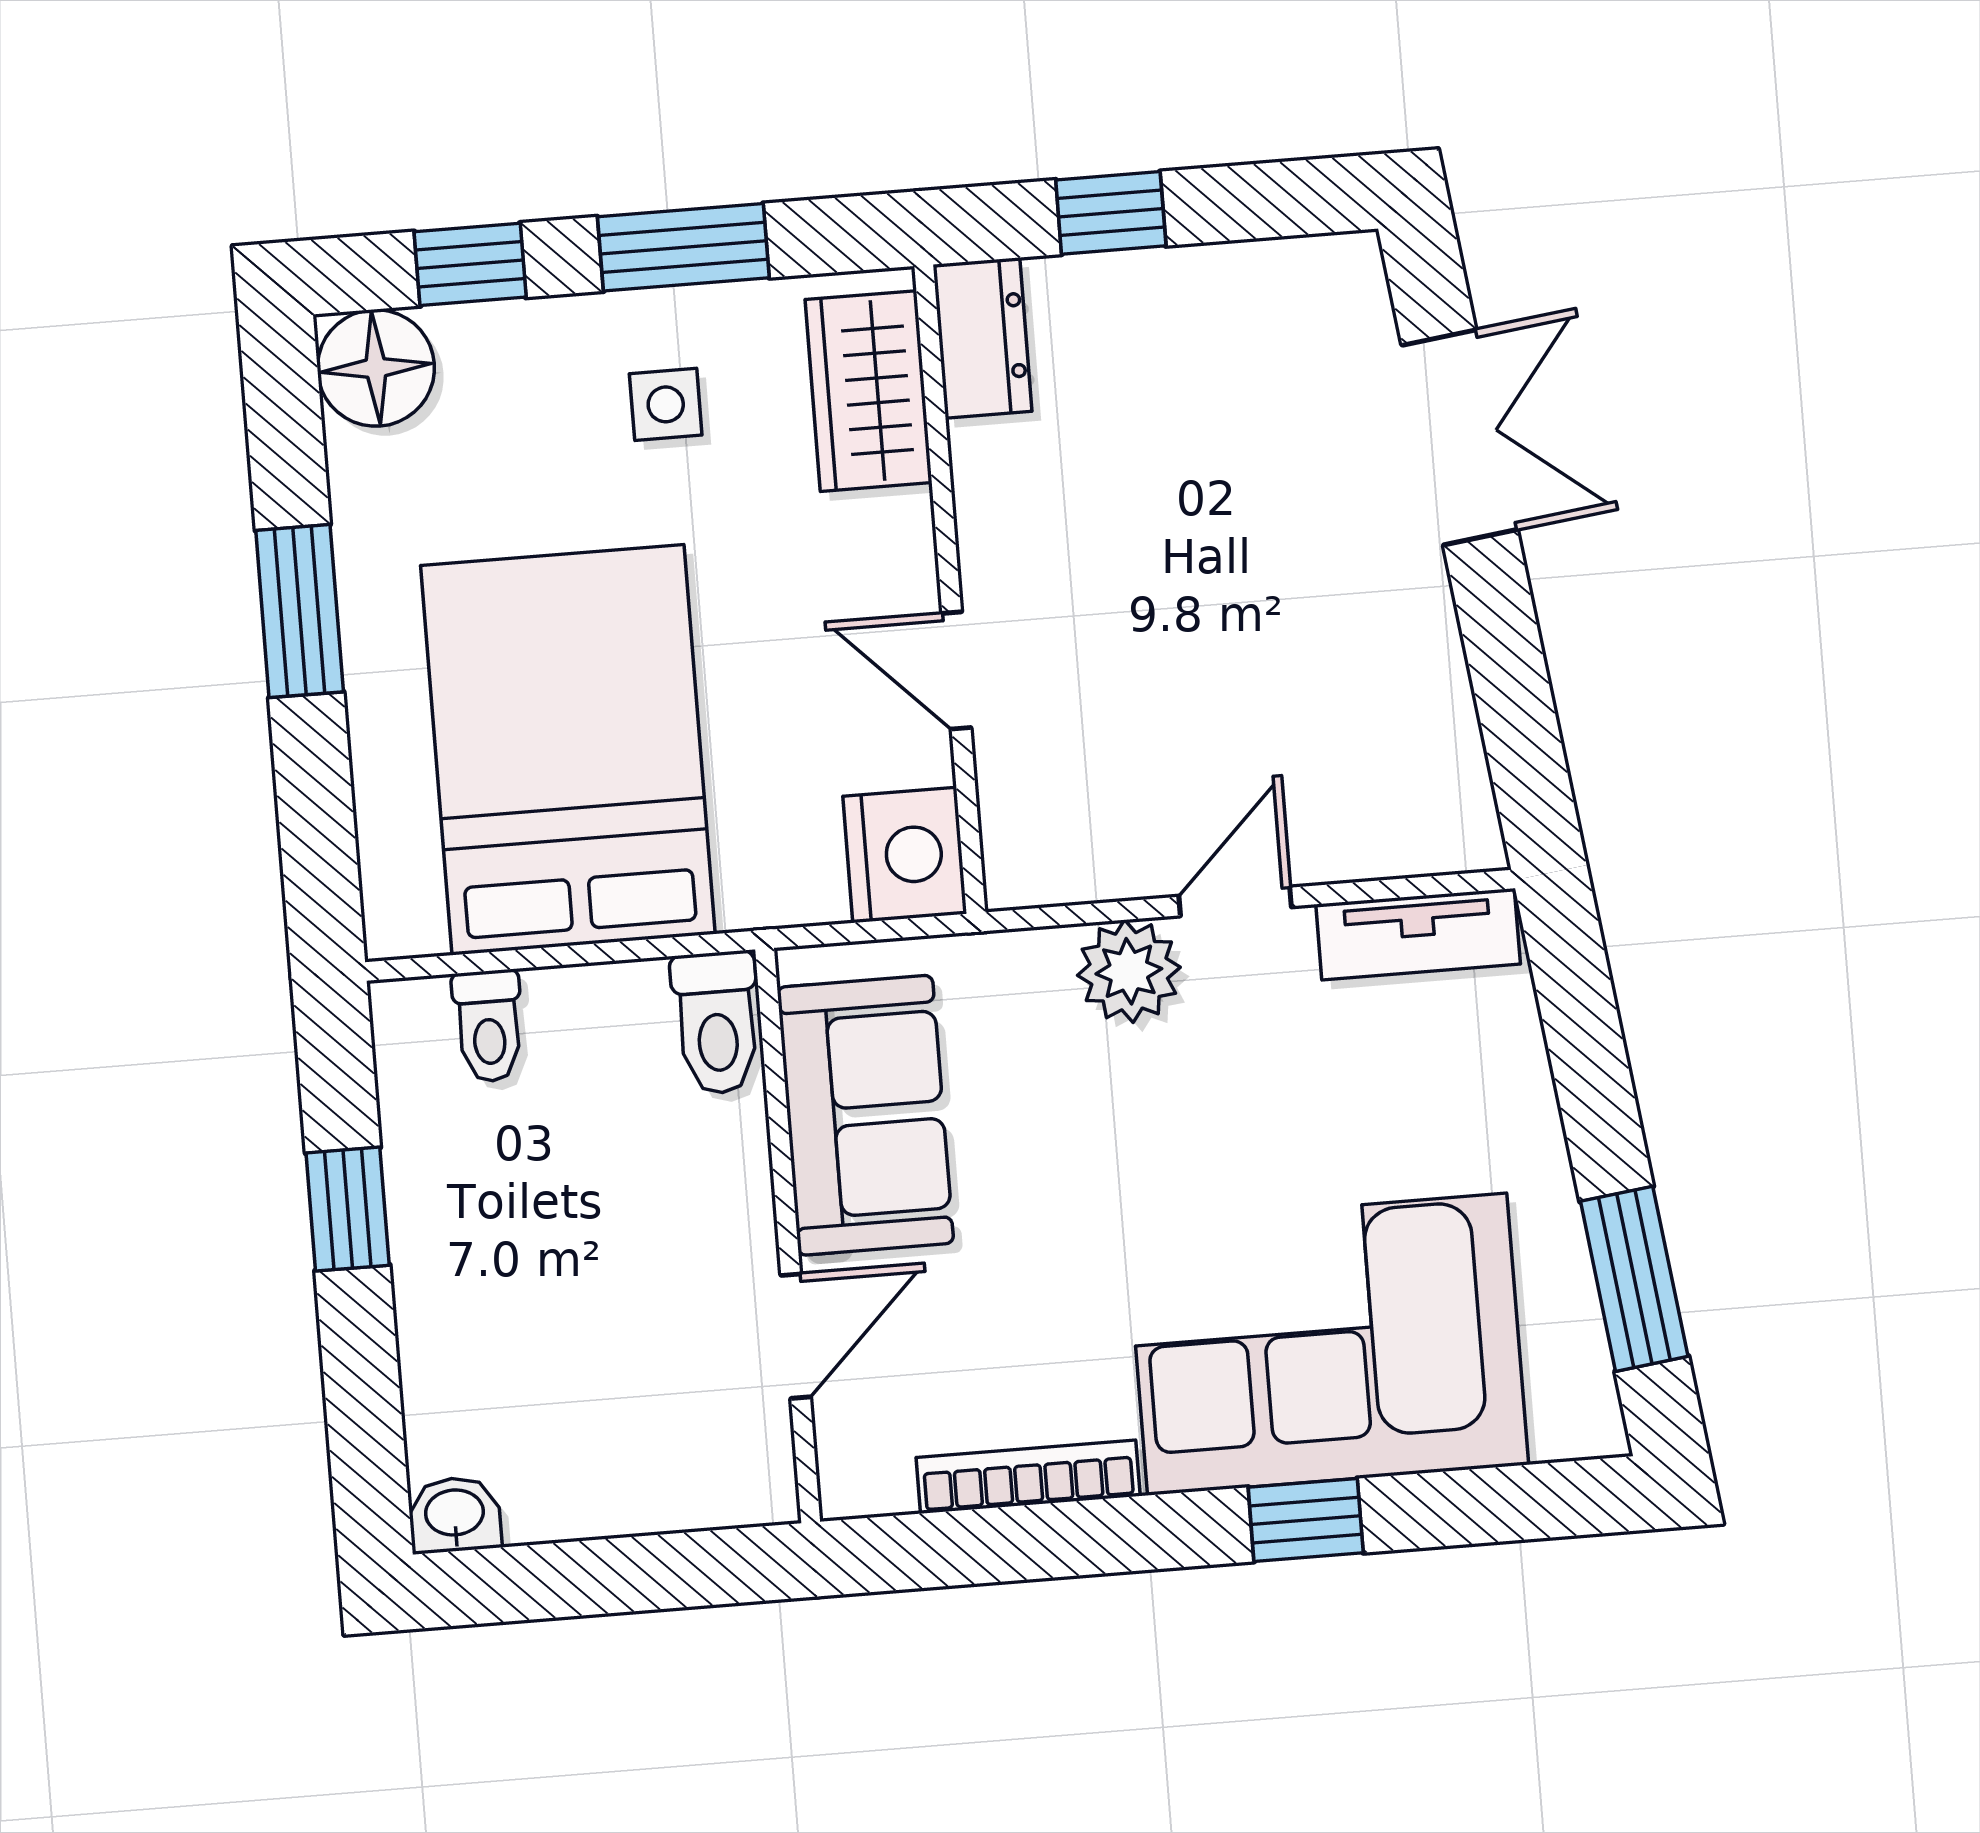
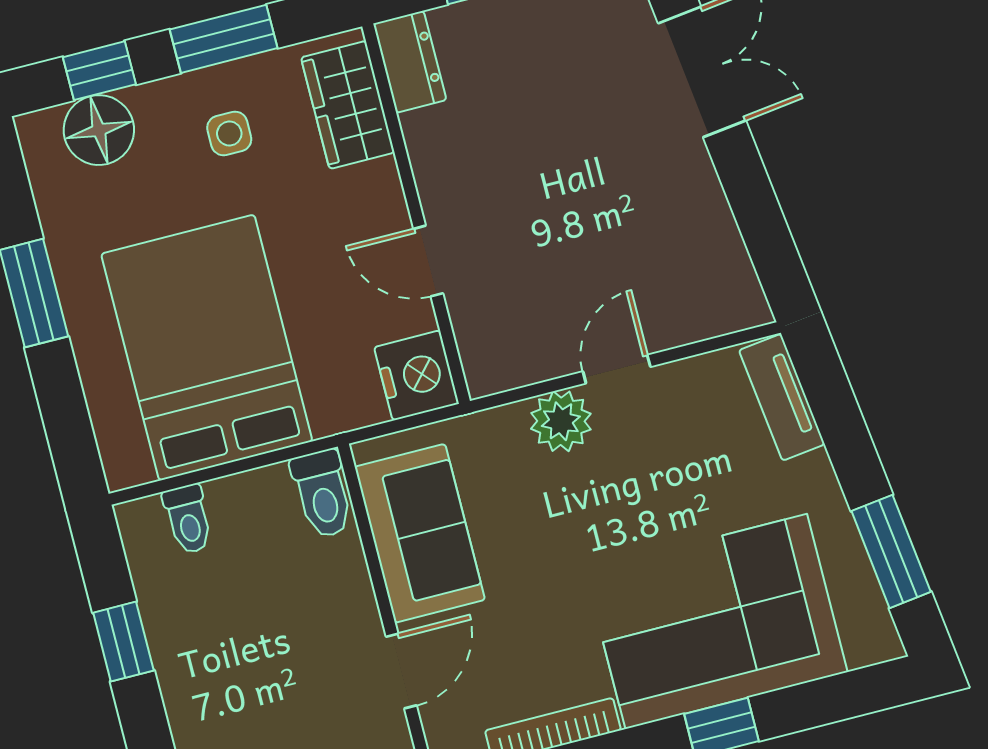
floor lamp: (376, 368) -> (99, 130), moved
tv unit: (1418, 934) -> (782, 397), moved, turned 83

